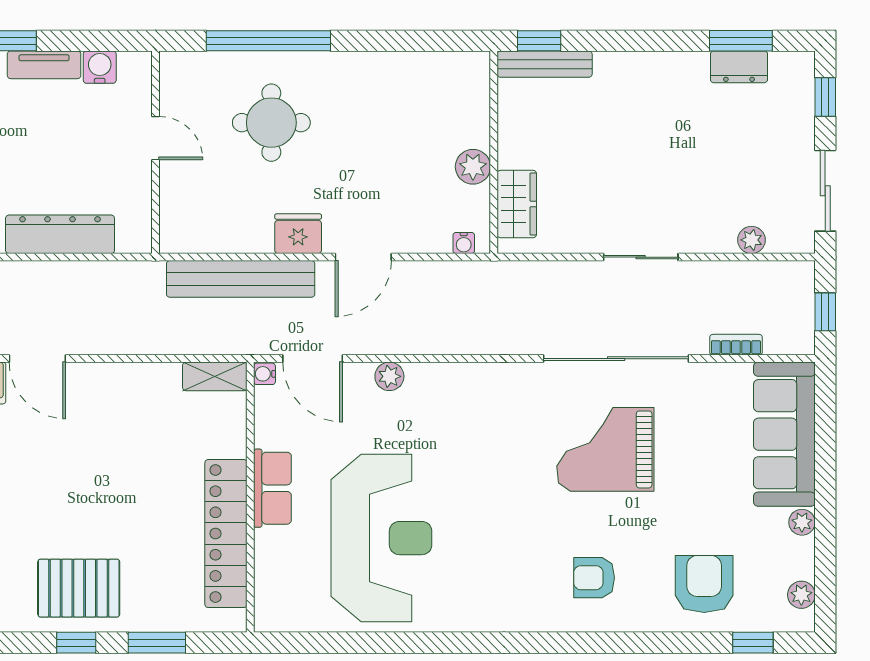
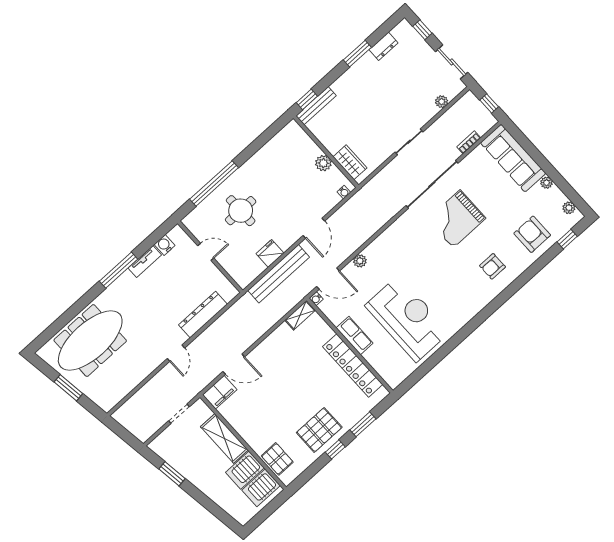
window: (741, 41) -> (357, 54), moved
fridge: (298, 234) -> (270, 253), moved

